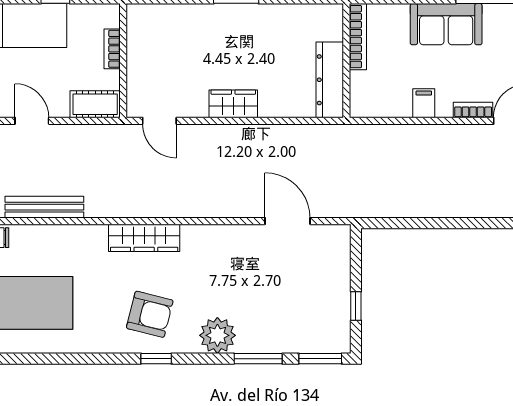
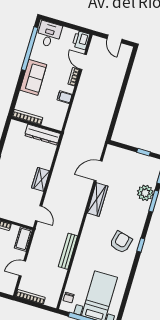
door: (159, 121) -> (39, 213), hinge flipped
bench: (44, 207) -> (68, 251), moved
wardrobe: (144, 238) -> (98, 200), moved
plant: (217, 335) -> (145, 193), moved

